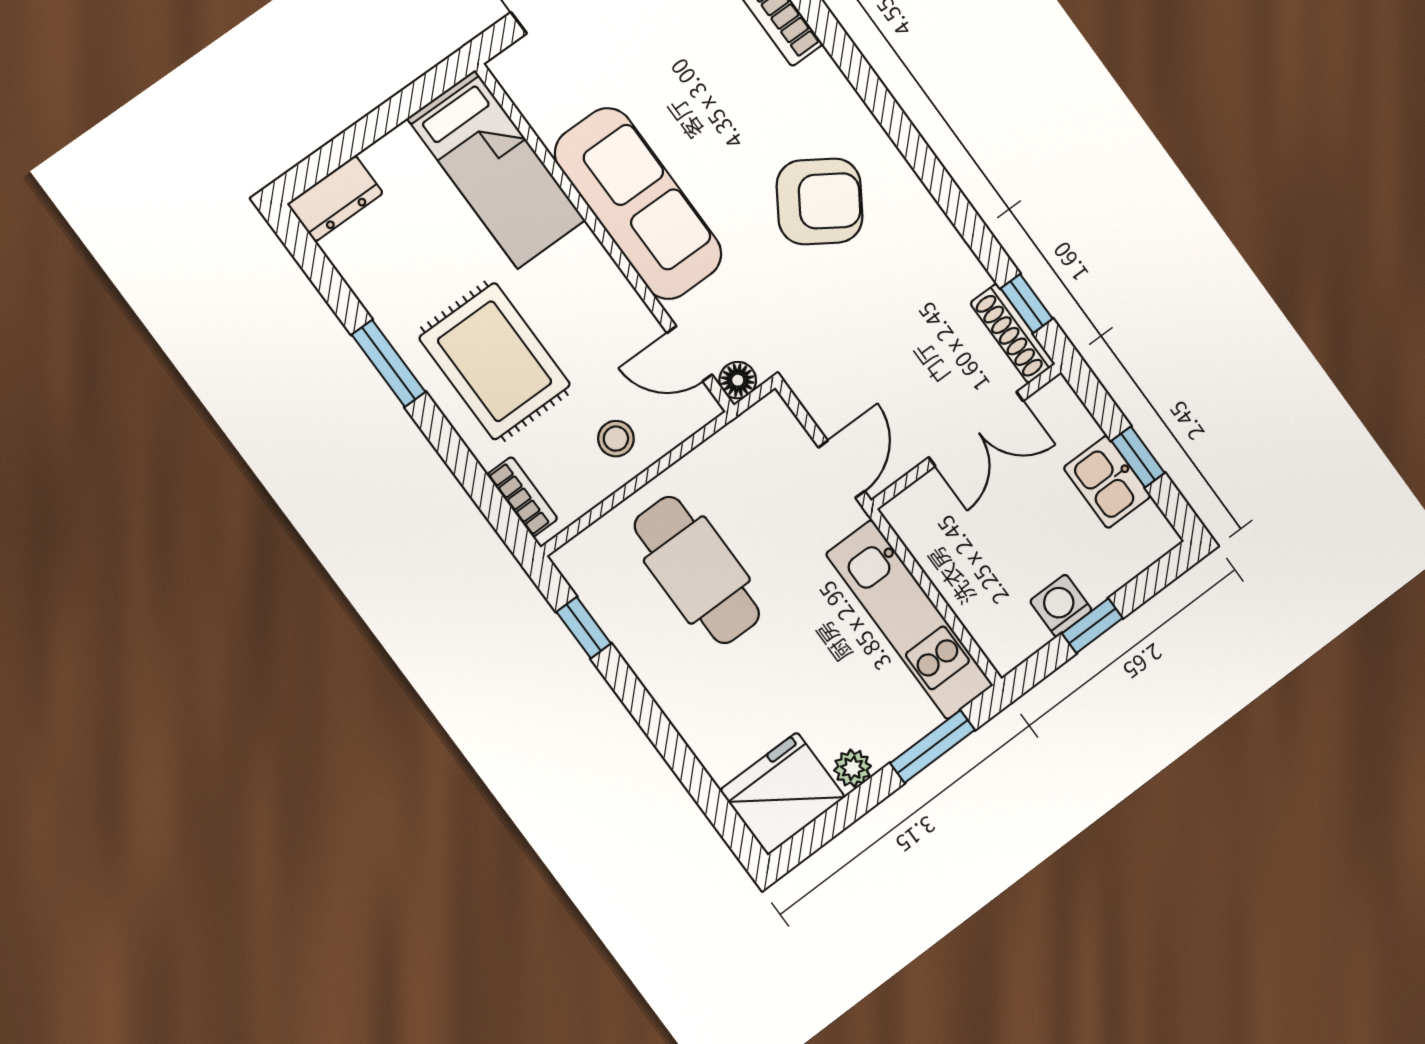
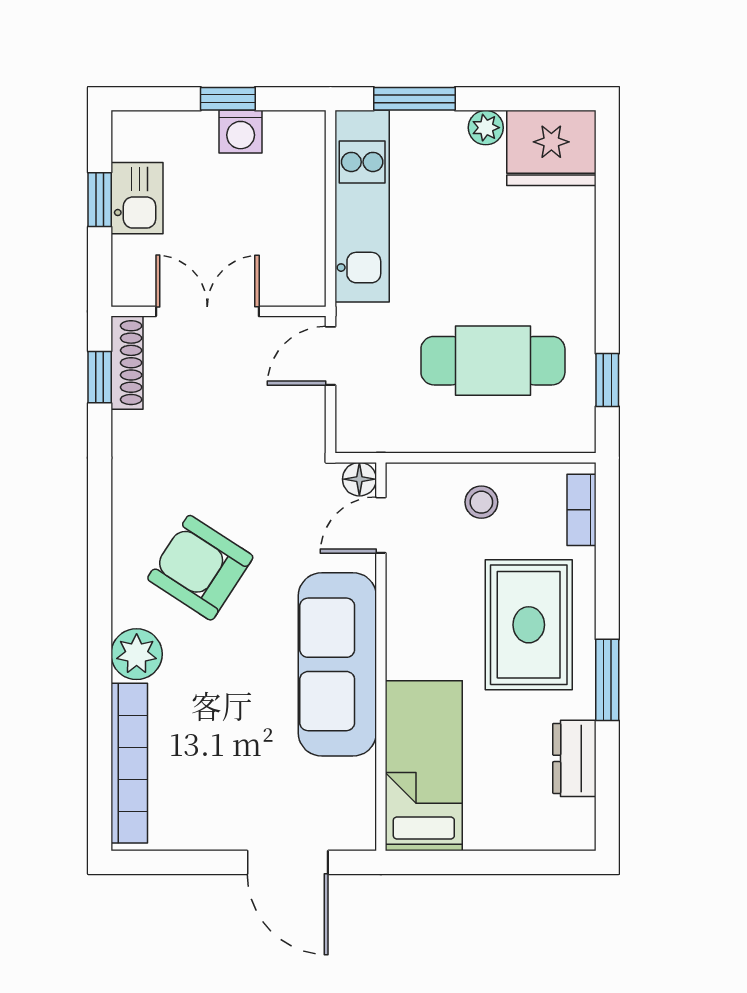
plant: (820, 86) -> (137, 654), added
dresser: (335, 199) -> (574, 758), moved, turned -90
door: (689, 354) -> (381, 525), swing flipped
cafe table: (697, 570) -> (493, 361), turned 90

